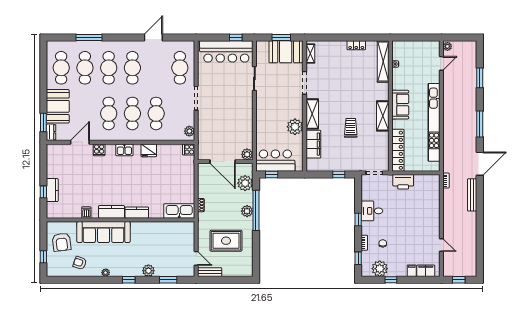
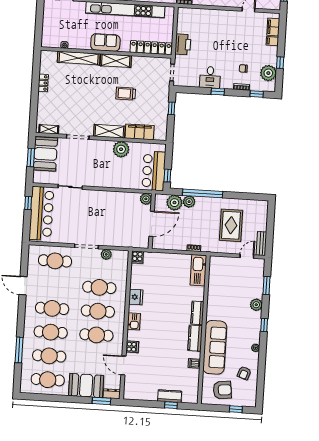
shelving: (383, 62) -> (79, 58), moved
plant: (189, 131) -> (106, 254), moved
plant: (247, 211) -> (189, 202), moved

